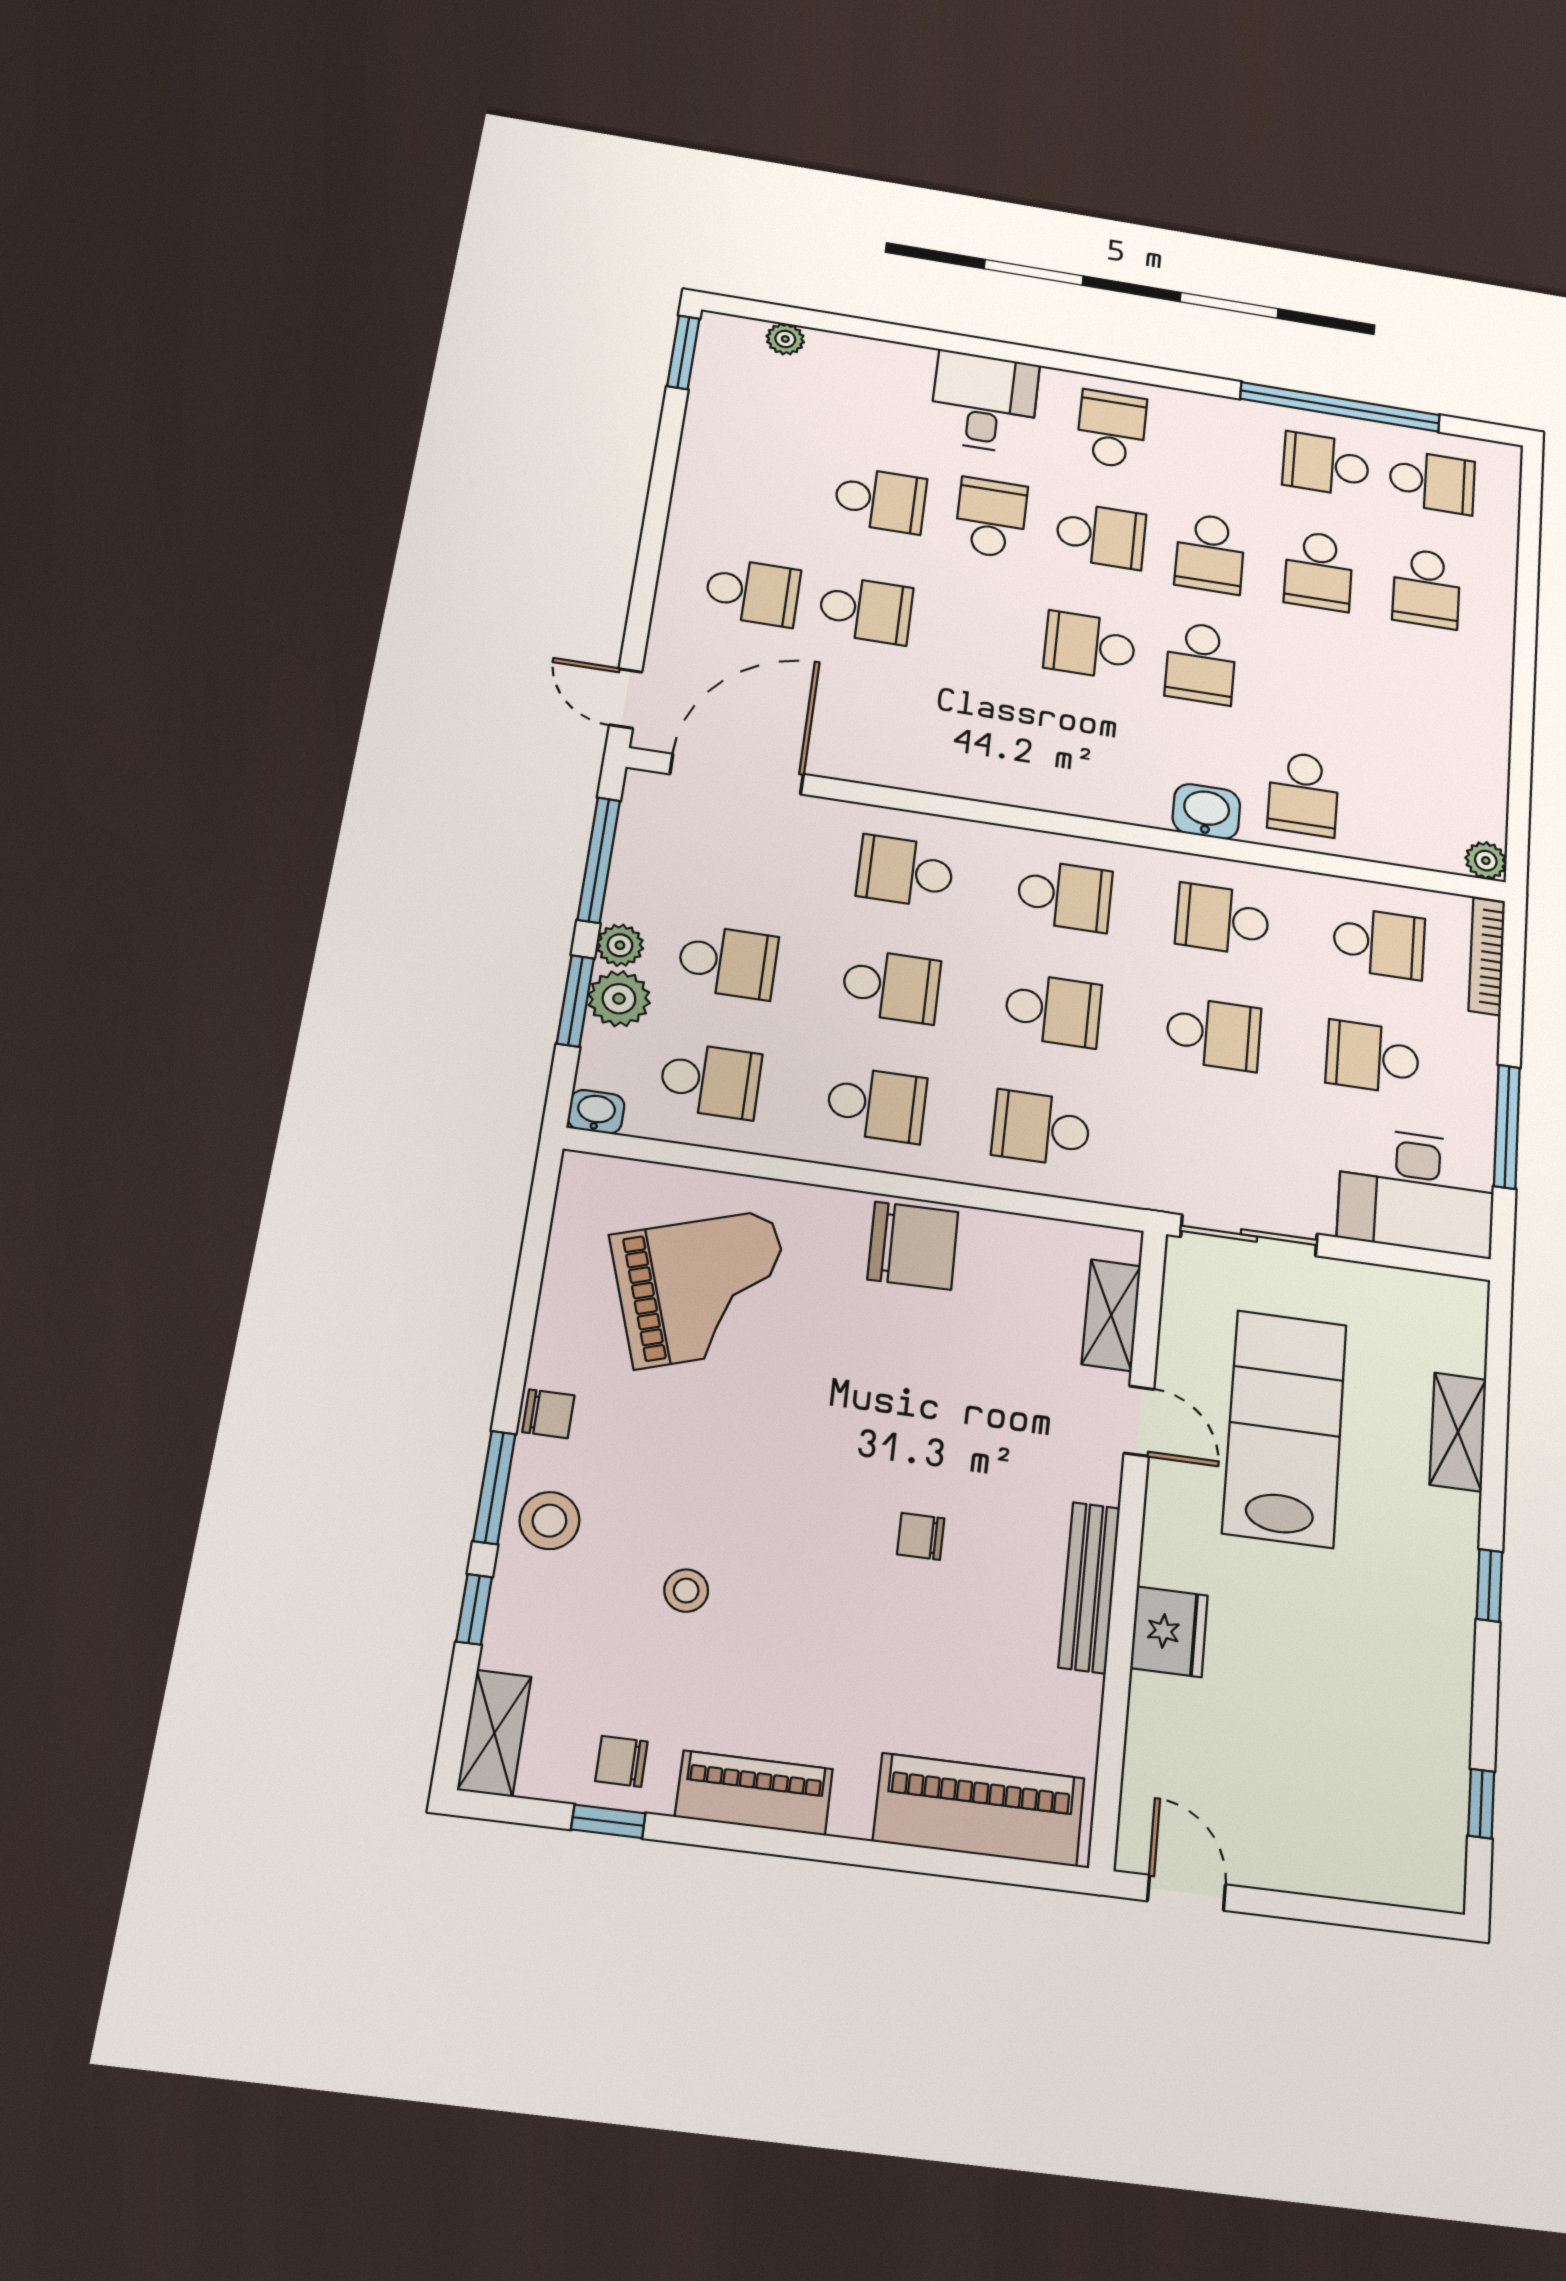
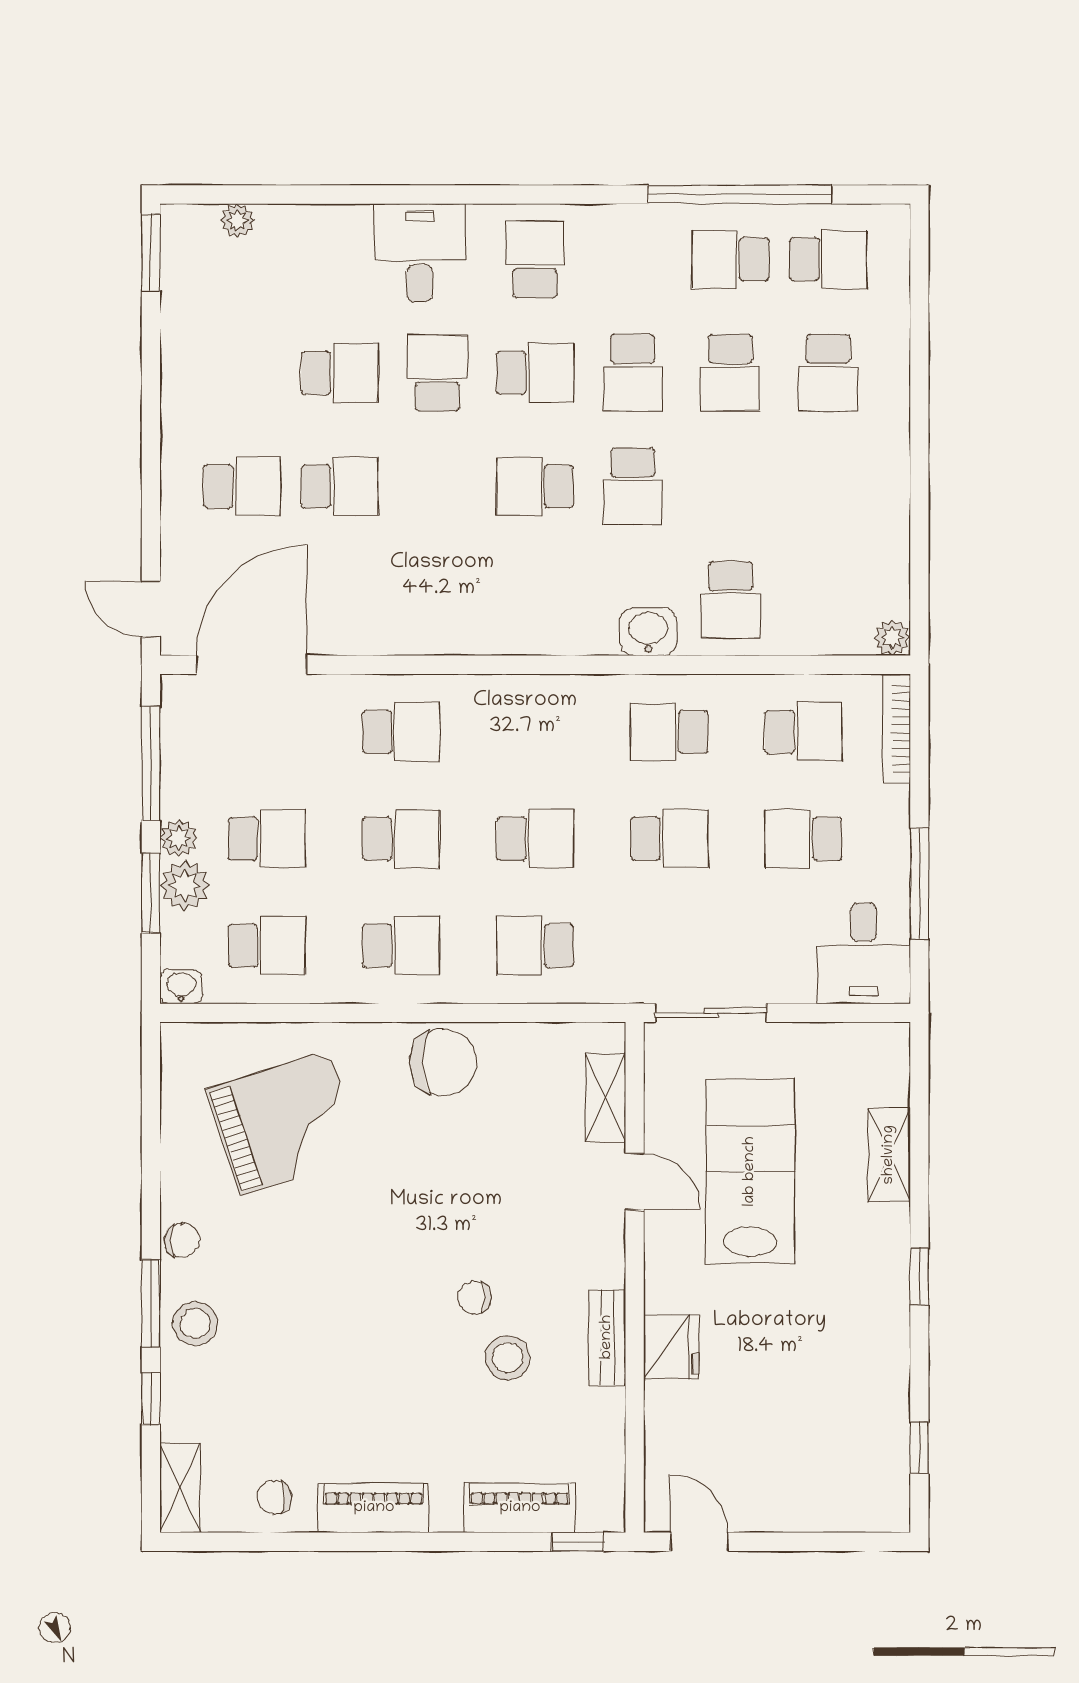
school desk: (905, 872) -> (401, 732), turned 180
school desk: (1065, 896) -> (535, 732), removed
desk: (1417, 1191) -> (864, 953), width x0.73
bench: (1089, 1587) -> (607, 1337), width x0.73
stool: (686, 1591) -> (508, 1358), moved, width x1.37, depth x1.37
piano: (979, 1810) -> (520, 1508), width x0.73, depth x0.75
window: (608, 1821) -> (578, 1542), moved

